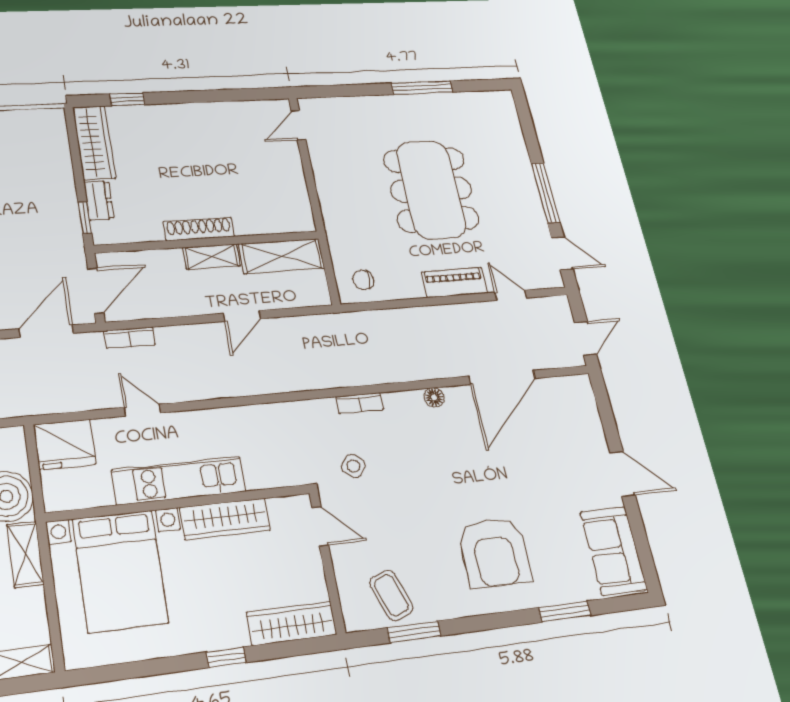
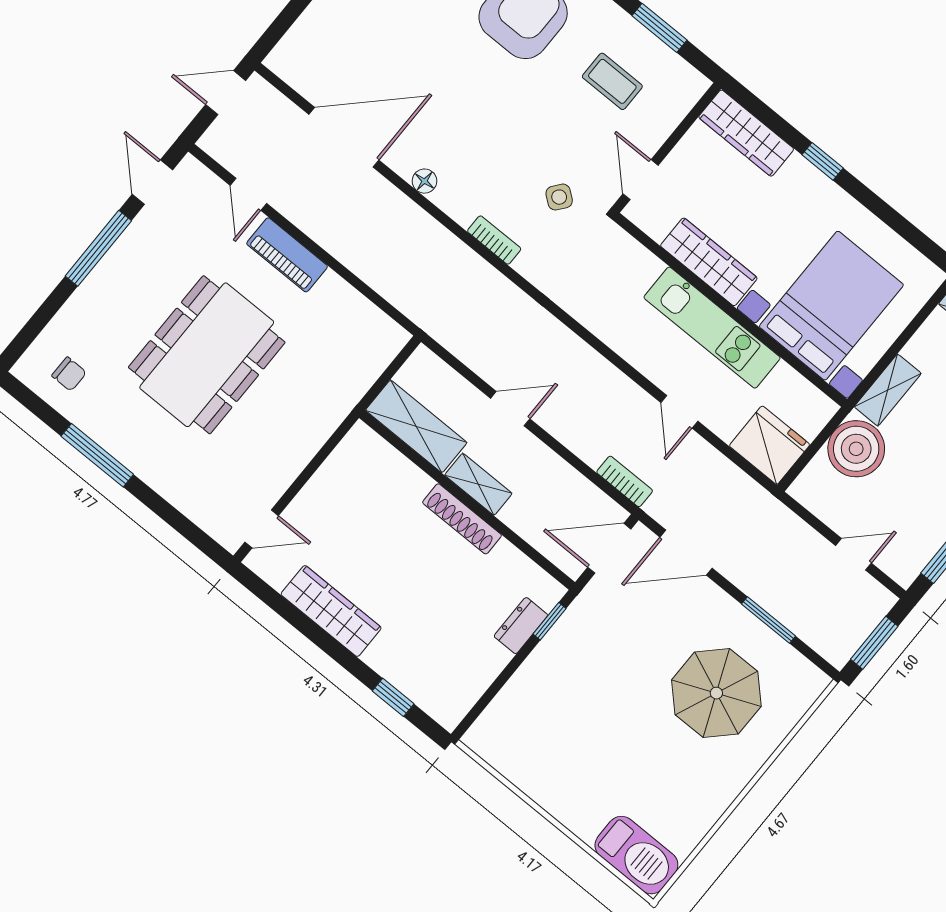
wardrobe: (94, 143) -> (331, 611), moved, turned 90
chair: (363, 280) -> (69, 374), moved
coffee table: (391, 595) -> (612, 81), moved, turned -70

